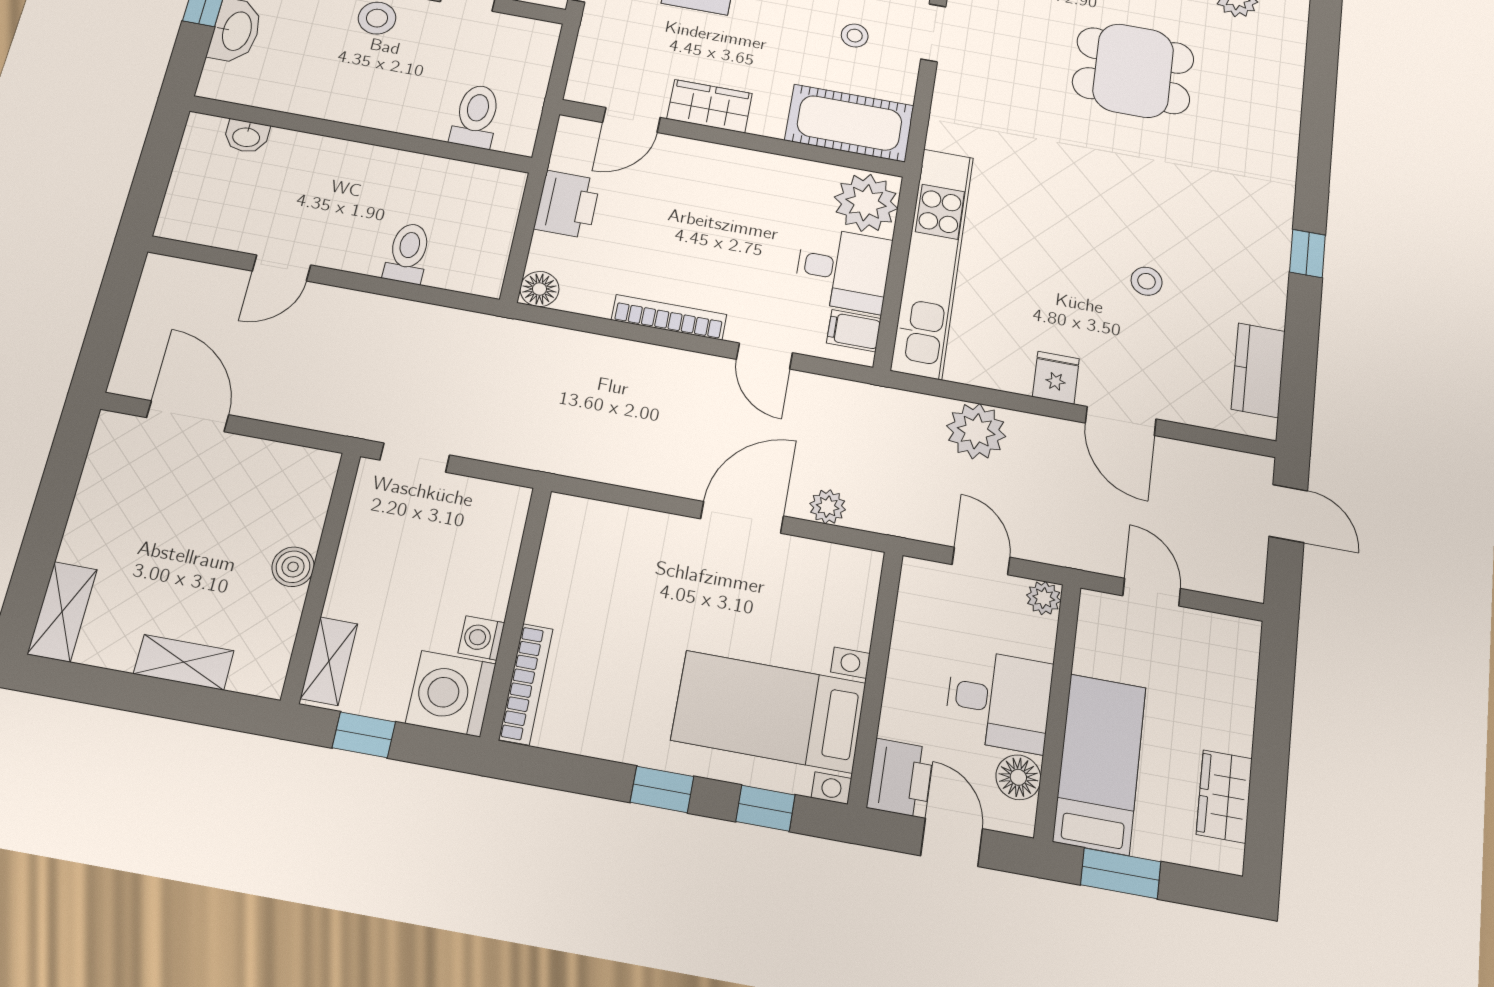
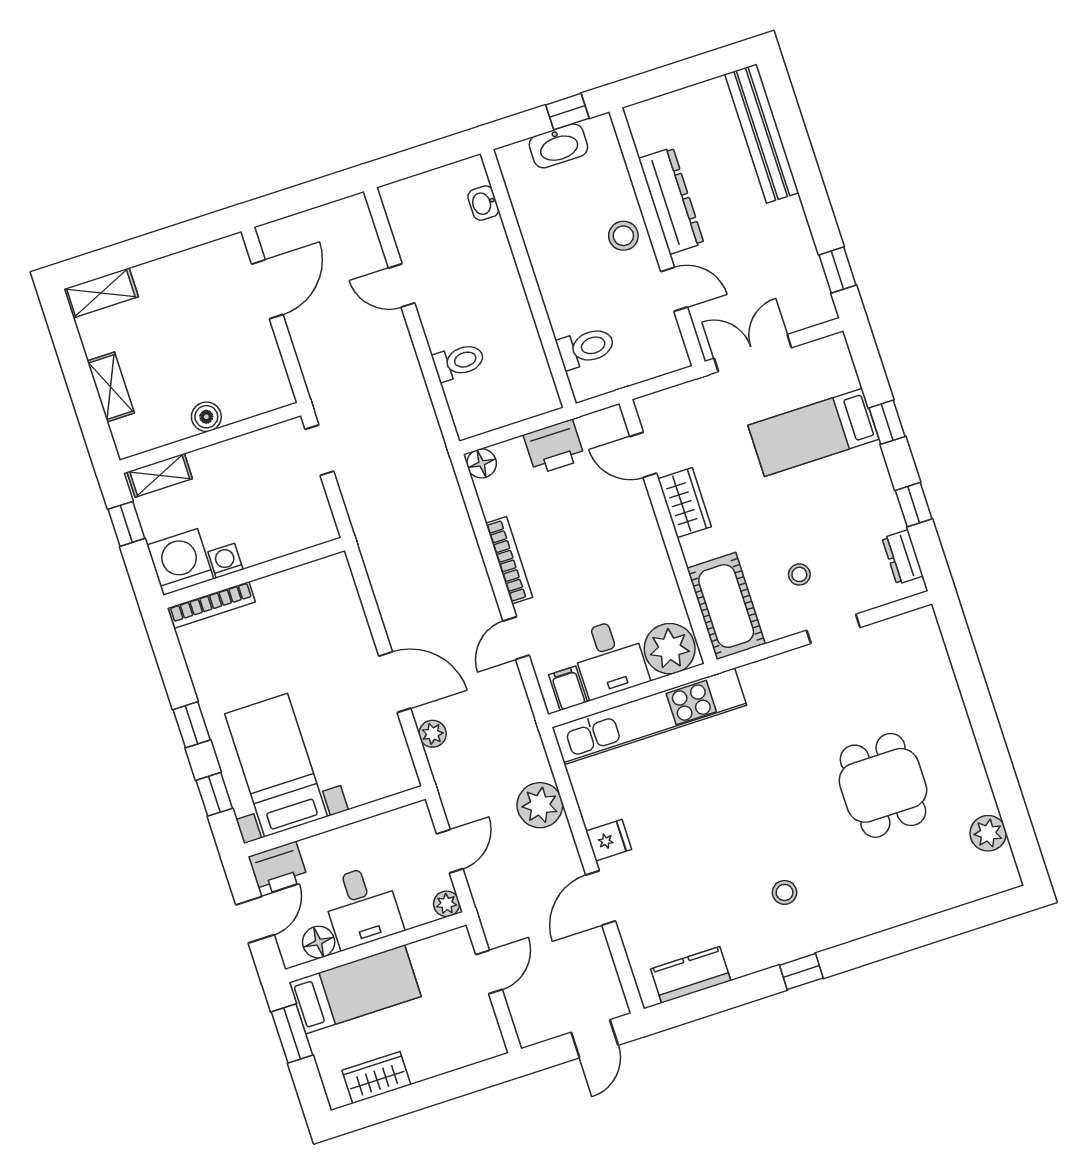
stool: (1147, 281) -> (784, 892), moved

